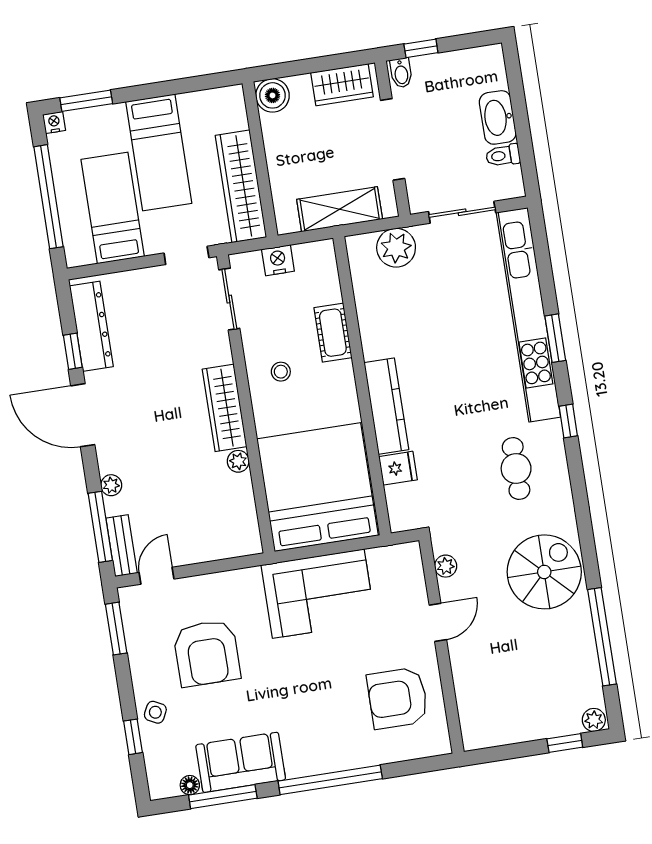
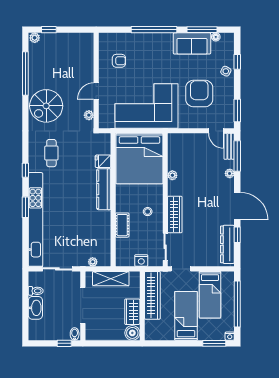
wardrobe: (342, 85) -> (132, 312), moved, turned -90
plant: (396, 248) -> (93, 262), width x0.53, depth x0.53
wardrobe: (224, 408) -> (175, 214), moved
door: (157, 576) -> (216, 131), hinge flipped
corner sofa: (318, 594) -> (146, 106), width x1.36, depth x1.36
armchair: (398, 698) -> (119, 61), width x0.53, depth x0.53

